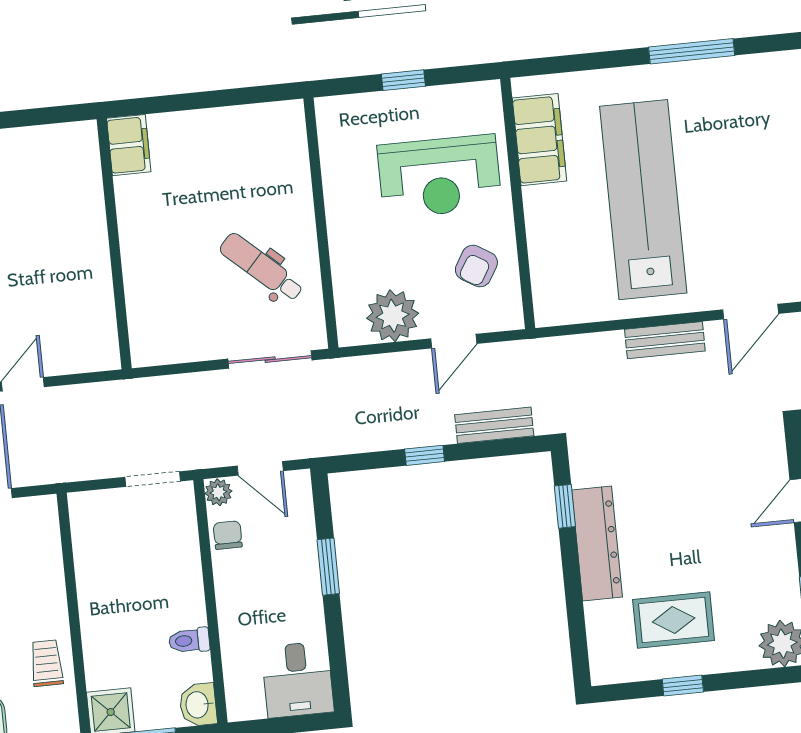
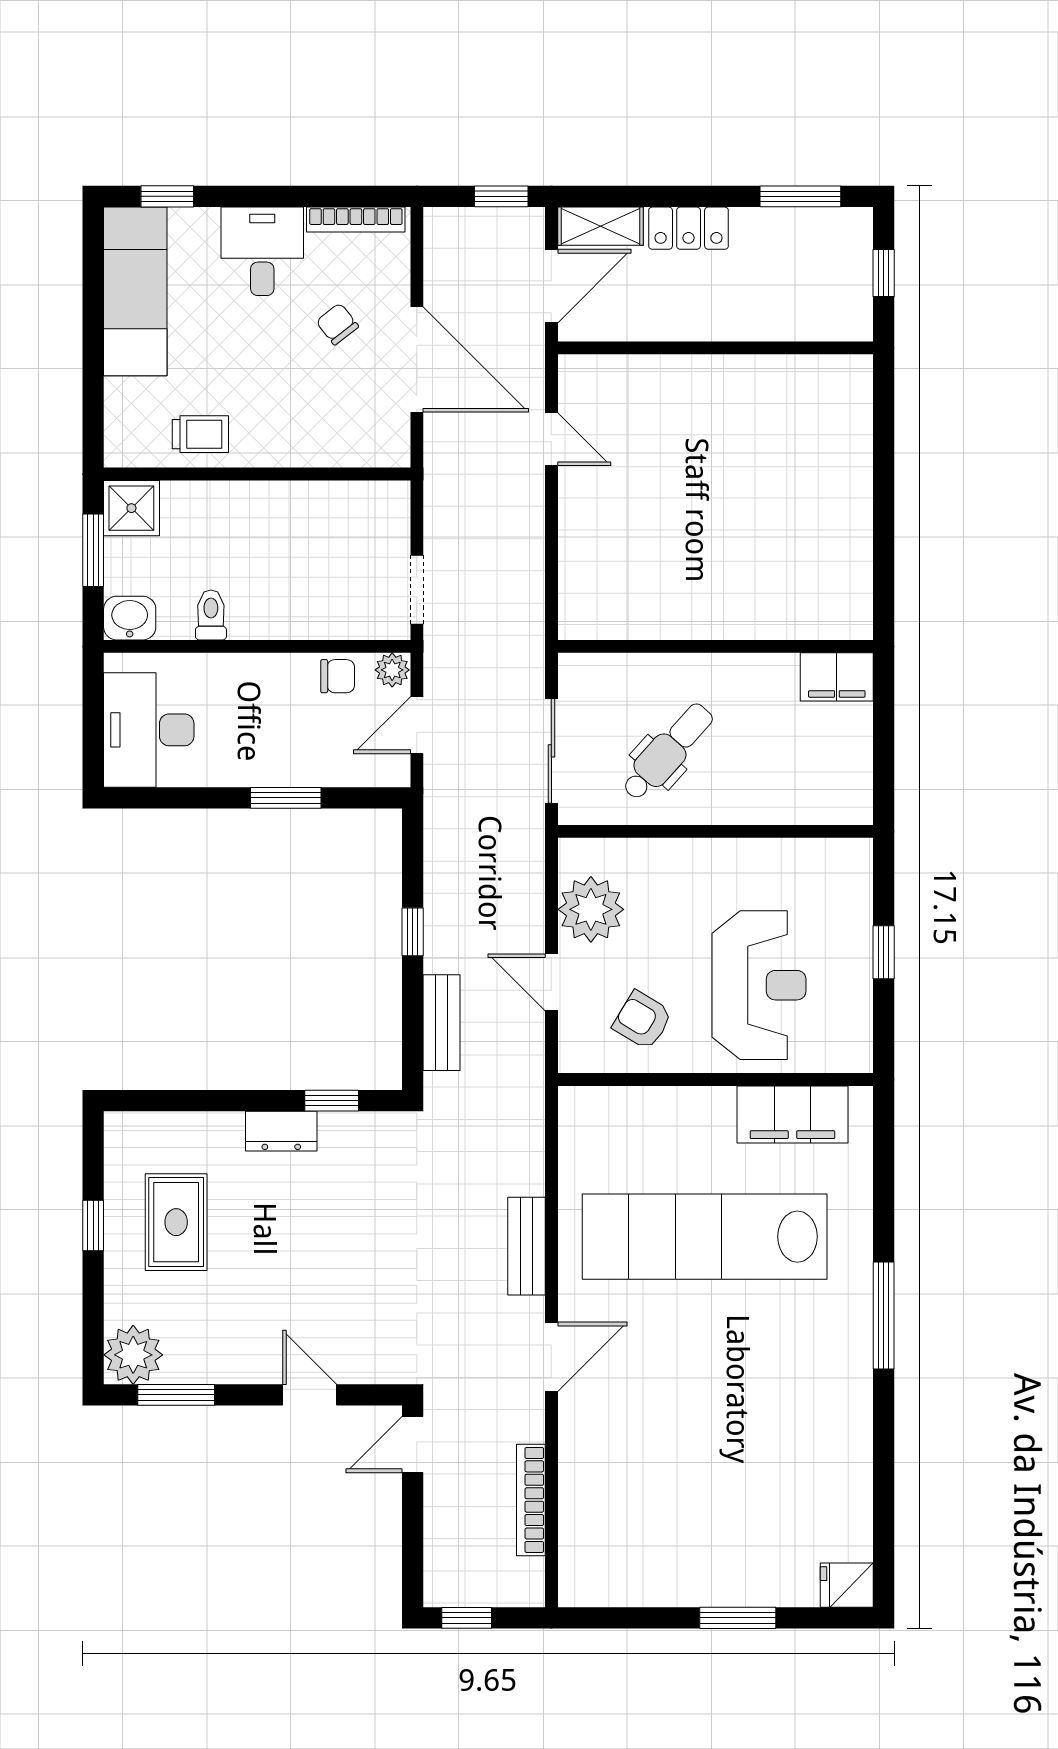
filing cabinet: (129, 145) -> (837, 677), moved
reception desk: (439, 176) -> (759, 985), turned 180
lab bench: (643, 200) -> (705, 1237), turned 180
wall: (114, 244) -> (715, 646), moved
door: (751, 312) -> (551, 1357), swing flipped
dresser: (597, 543) -> (281, 1131), width x0.51, depth x0.80
desk: (298, 679) -> (149, 730), width x1.37

